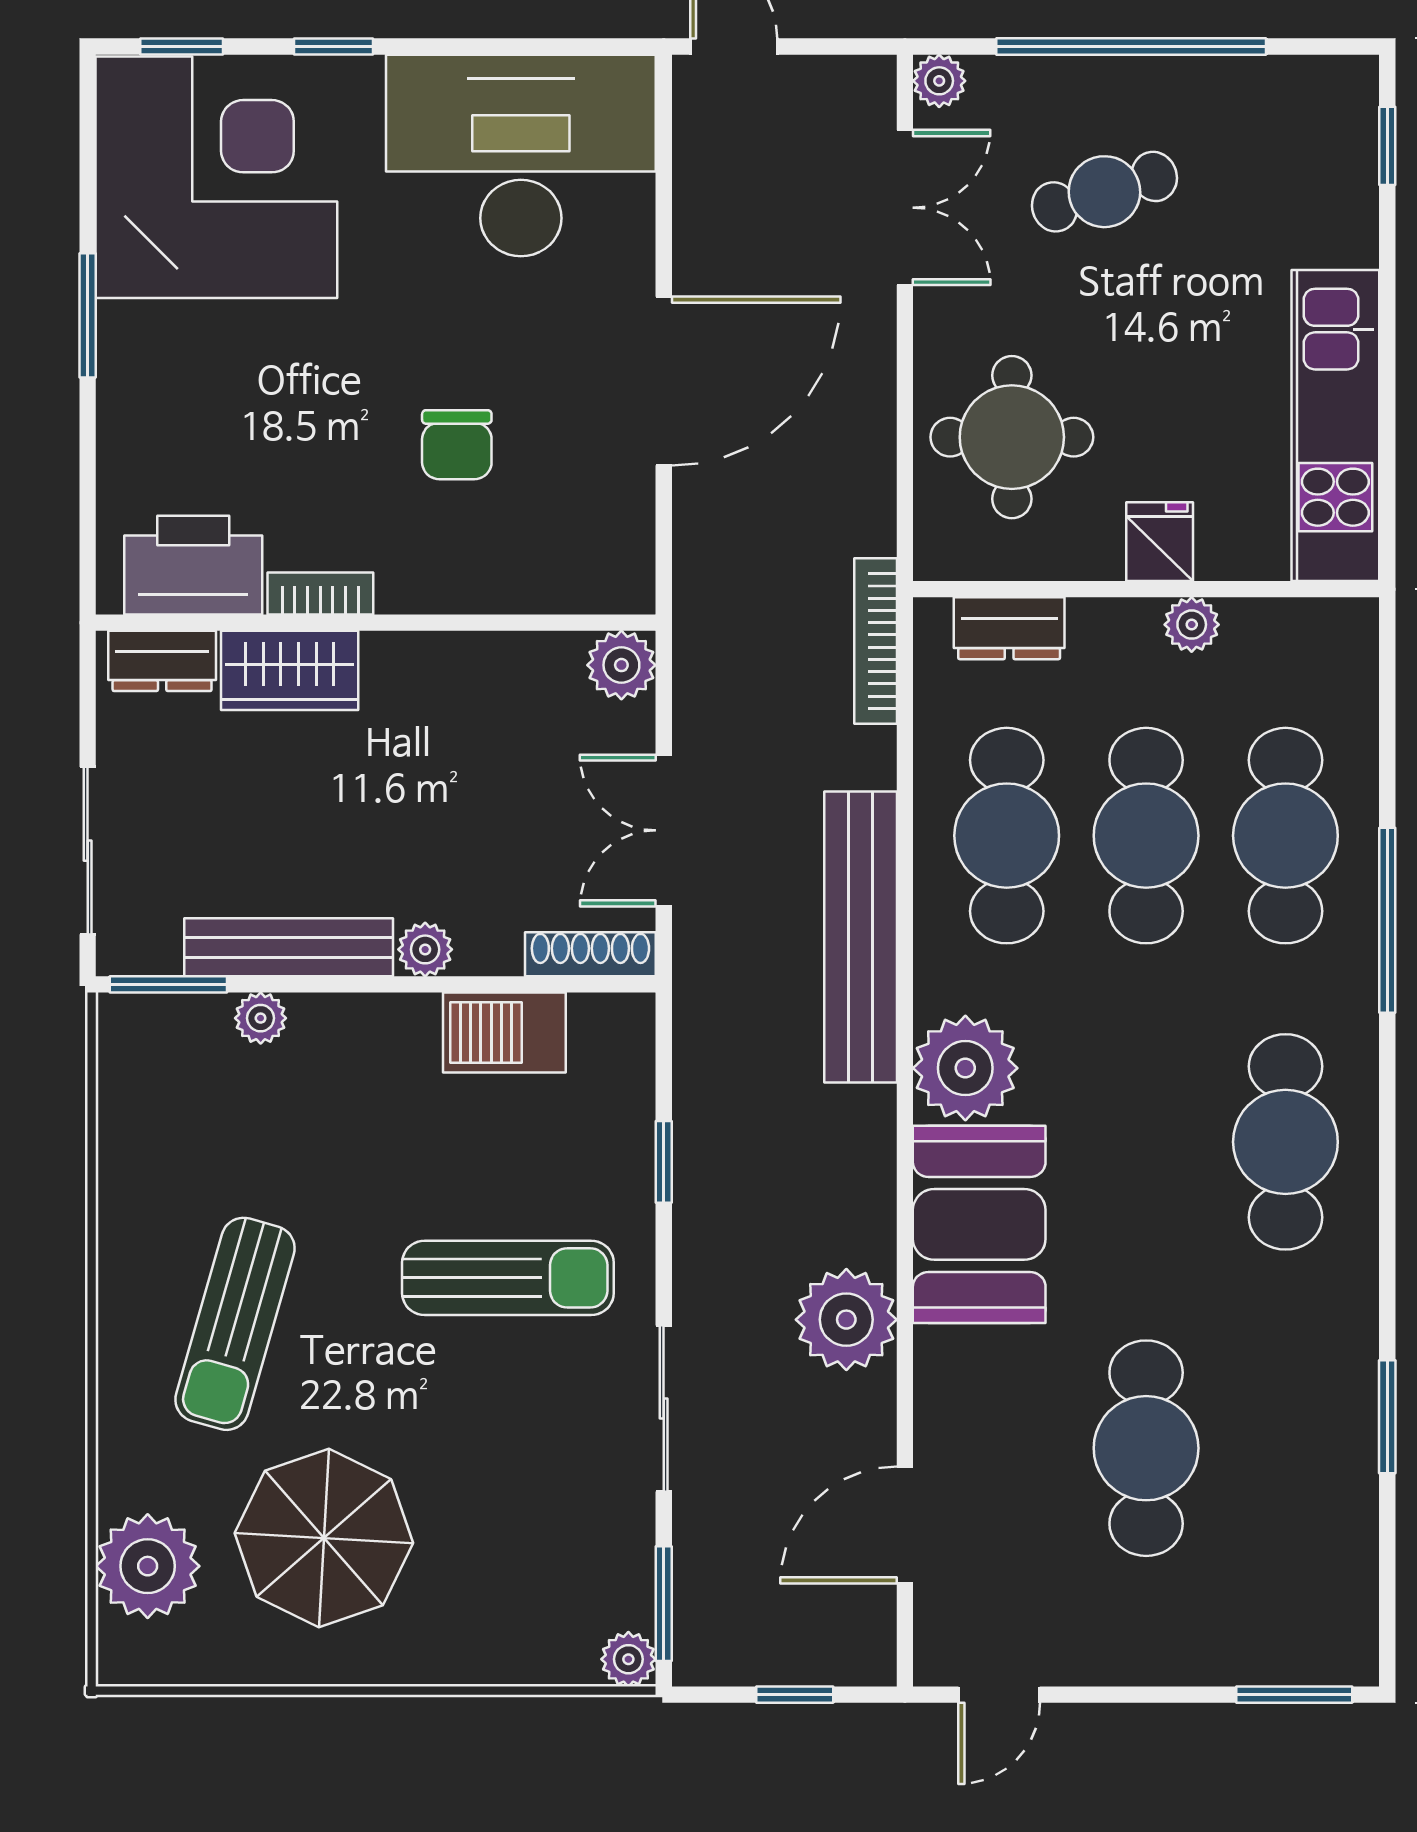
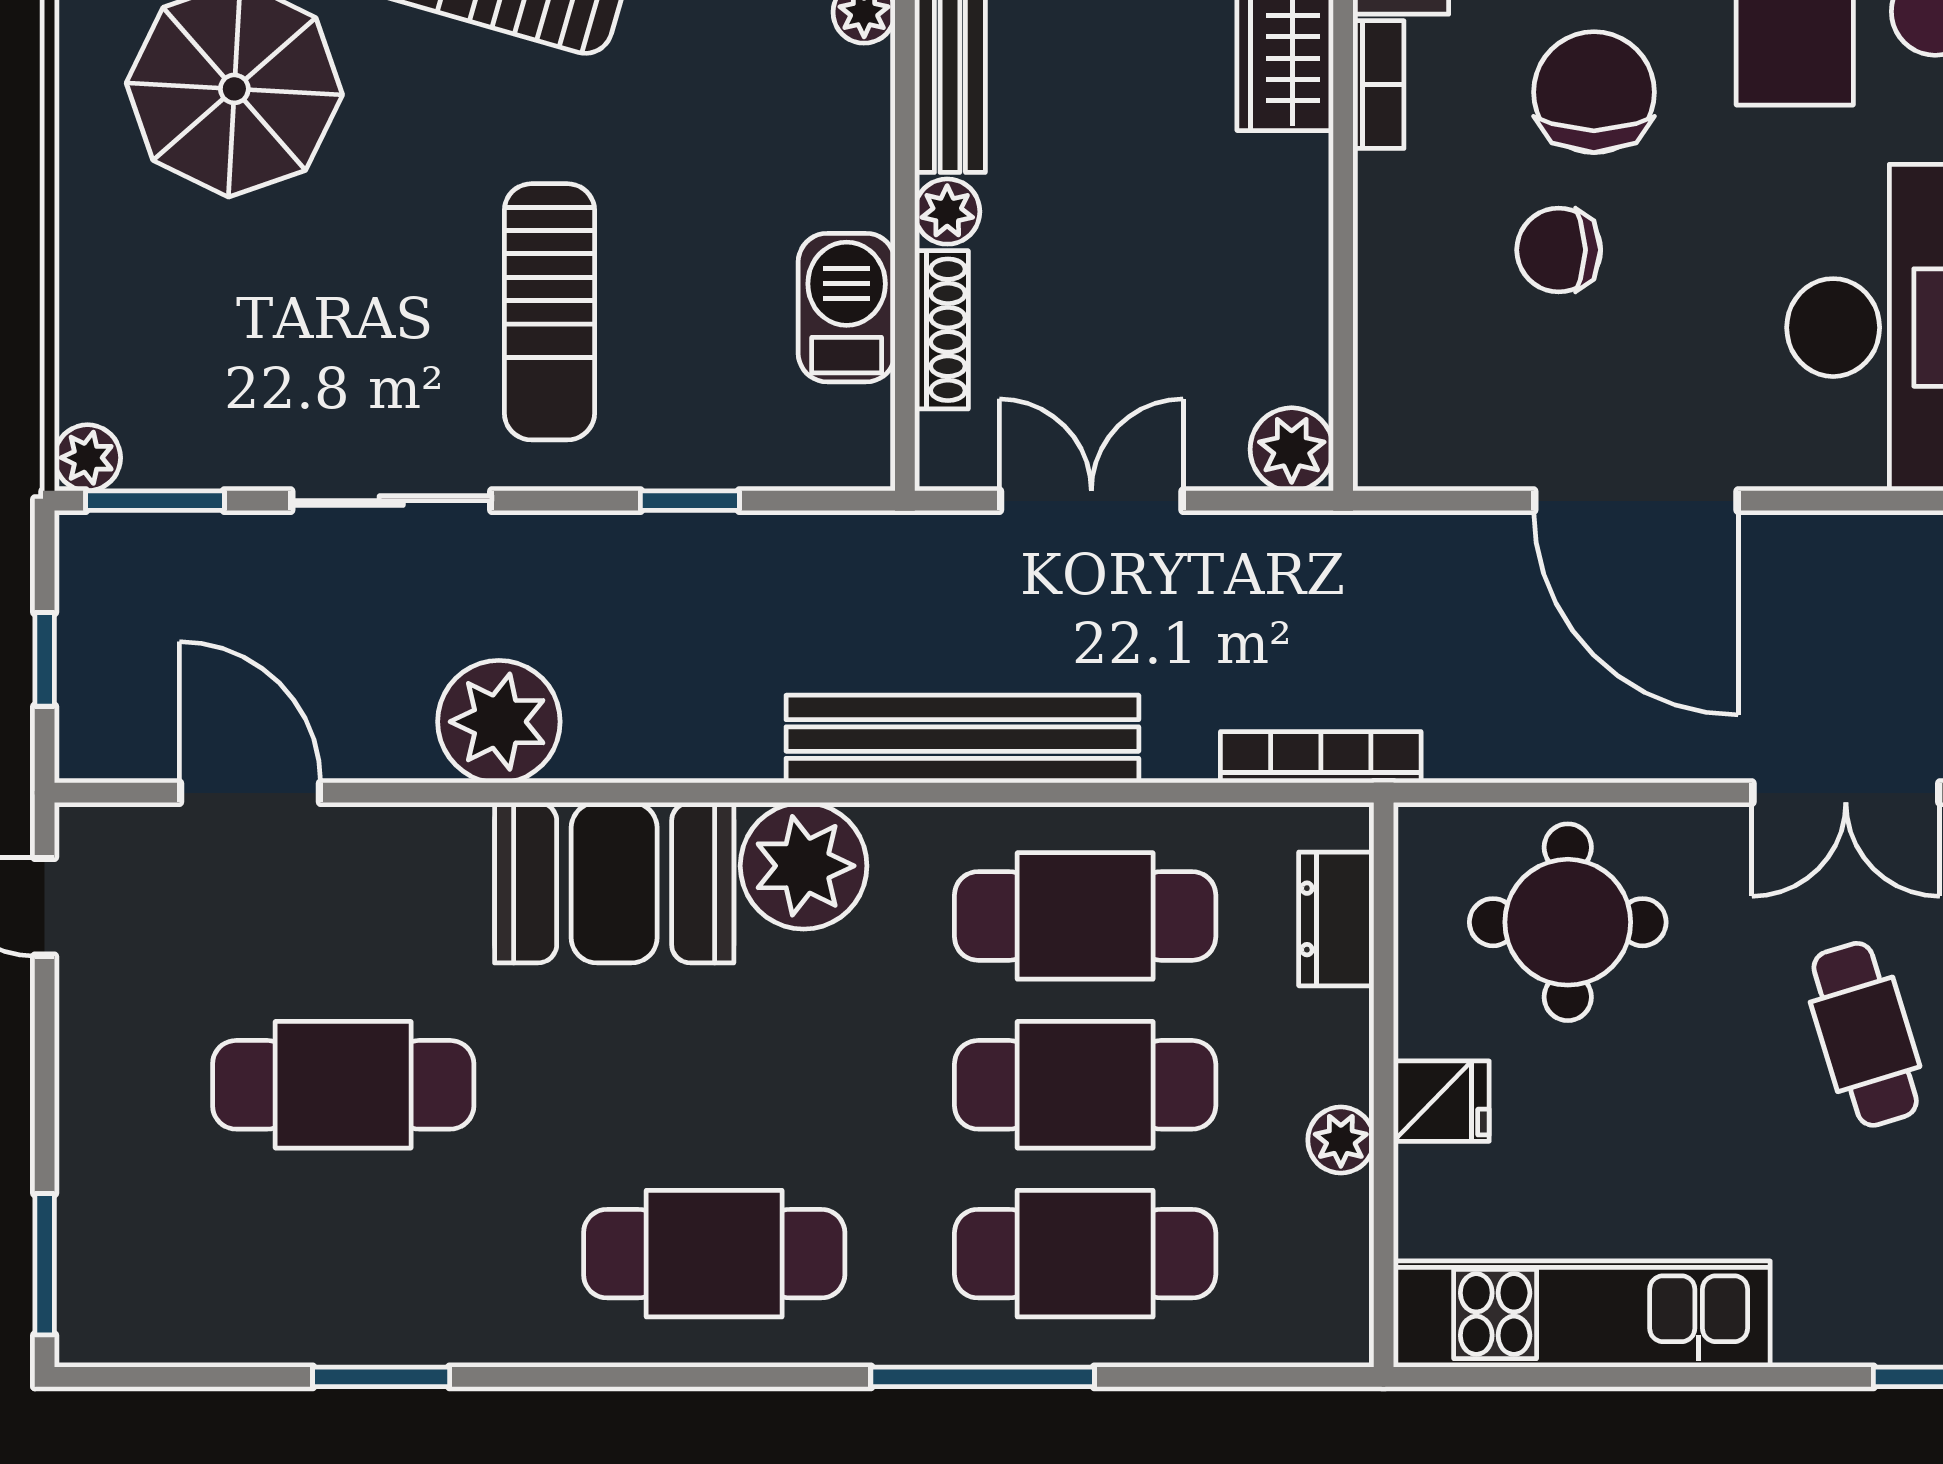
chair: (327, 415) -> (1594, 92), added
shoe rack: (590, 954) -> (941, 330), moved

